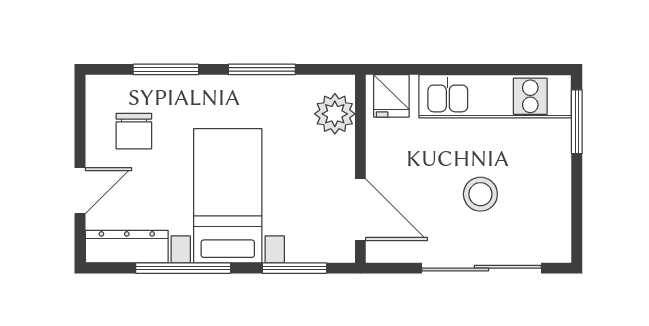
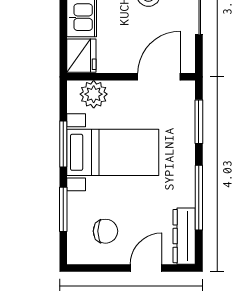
fridge: (391, 96) -> (81, 56), width x1.38
door: (80, 191) -> (146, 268), hinge flipped
bed with nightstands: (228, 196) -> (113, 152), moved, turned 180

